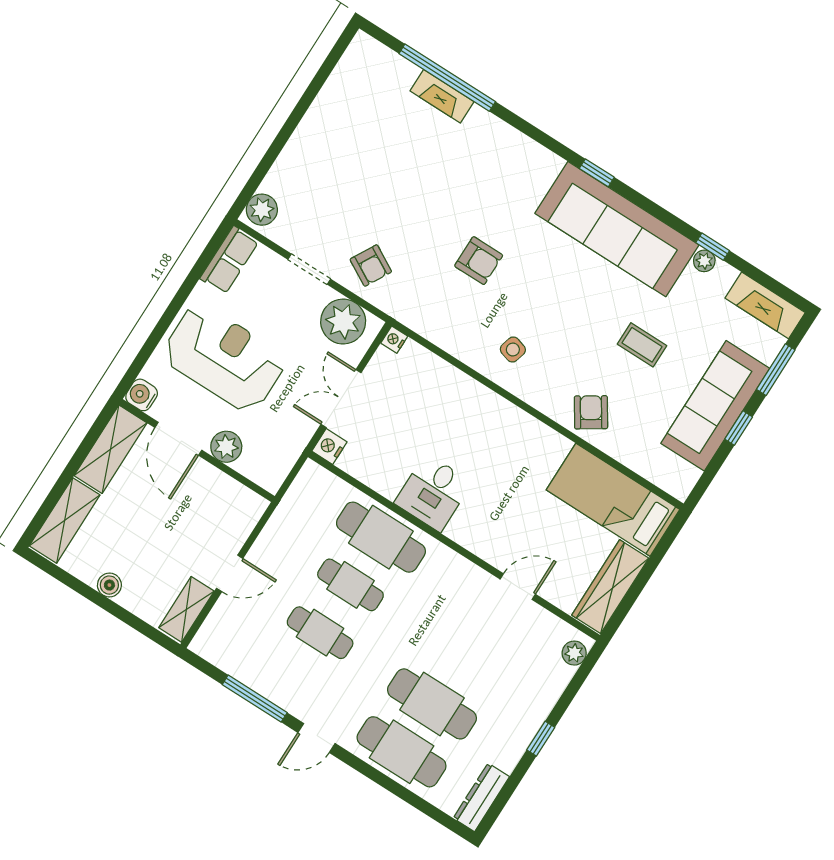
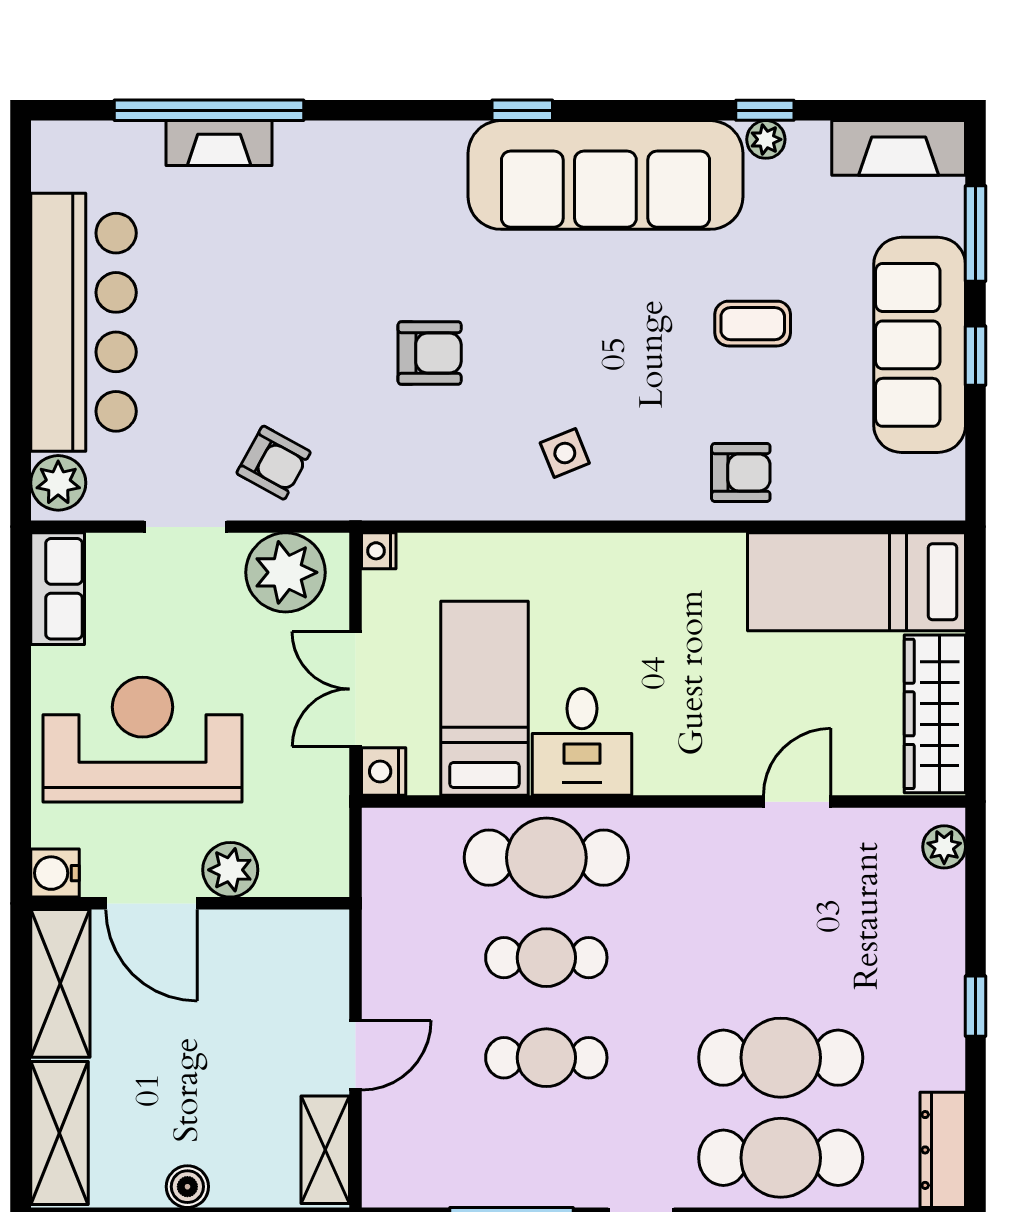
bar counter: (323, 141) -> (83, 322), added
side table: (513, 349) -> (565, 453), turned -38
armchair: (591, 412) -> (741, 472), turned 123
bed: (400, 442) -> (485, 698), added

